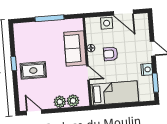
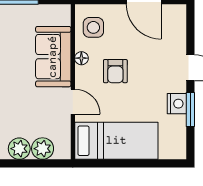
side table: (107, 23) -> (93, 27), moved
armchair: (111, 54) -> (115, 71), turned -89
window: (155, 83) -> (190, 109), moved

